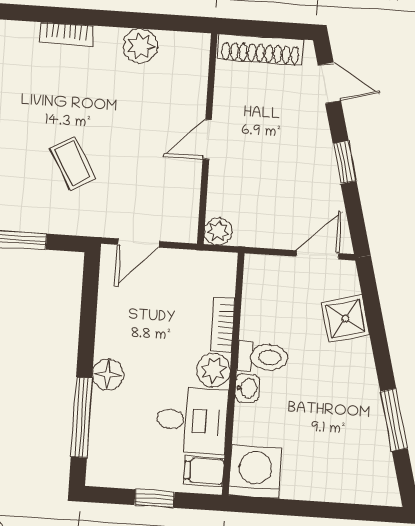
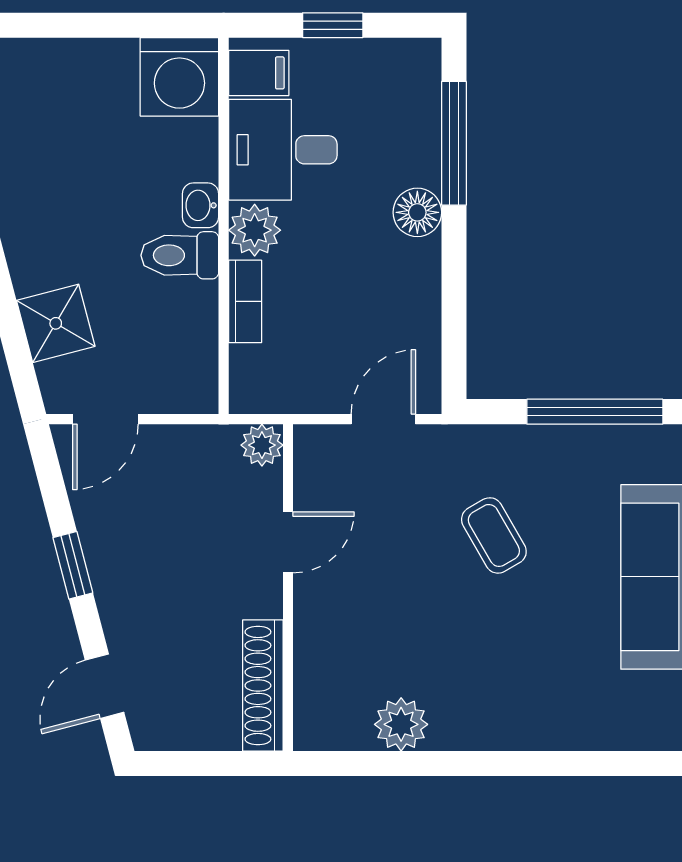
bookcase: (67, 34) -> (517, 735), removed
shoe rack: (261, 50) -> (263, 686), moved, turned -90
door: (329, 83) -> (105, 686), hinge flipped
door: (207, 139) -> (288, 542), moved

